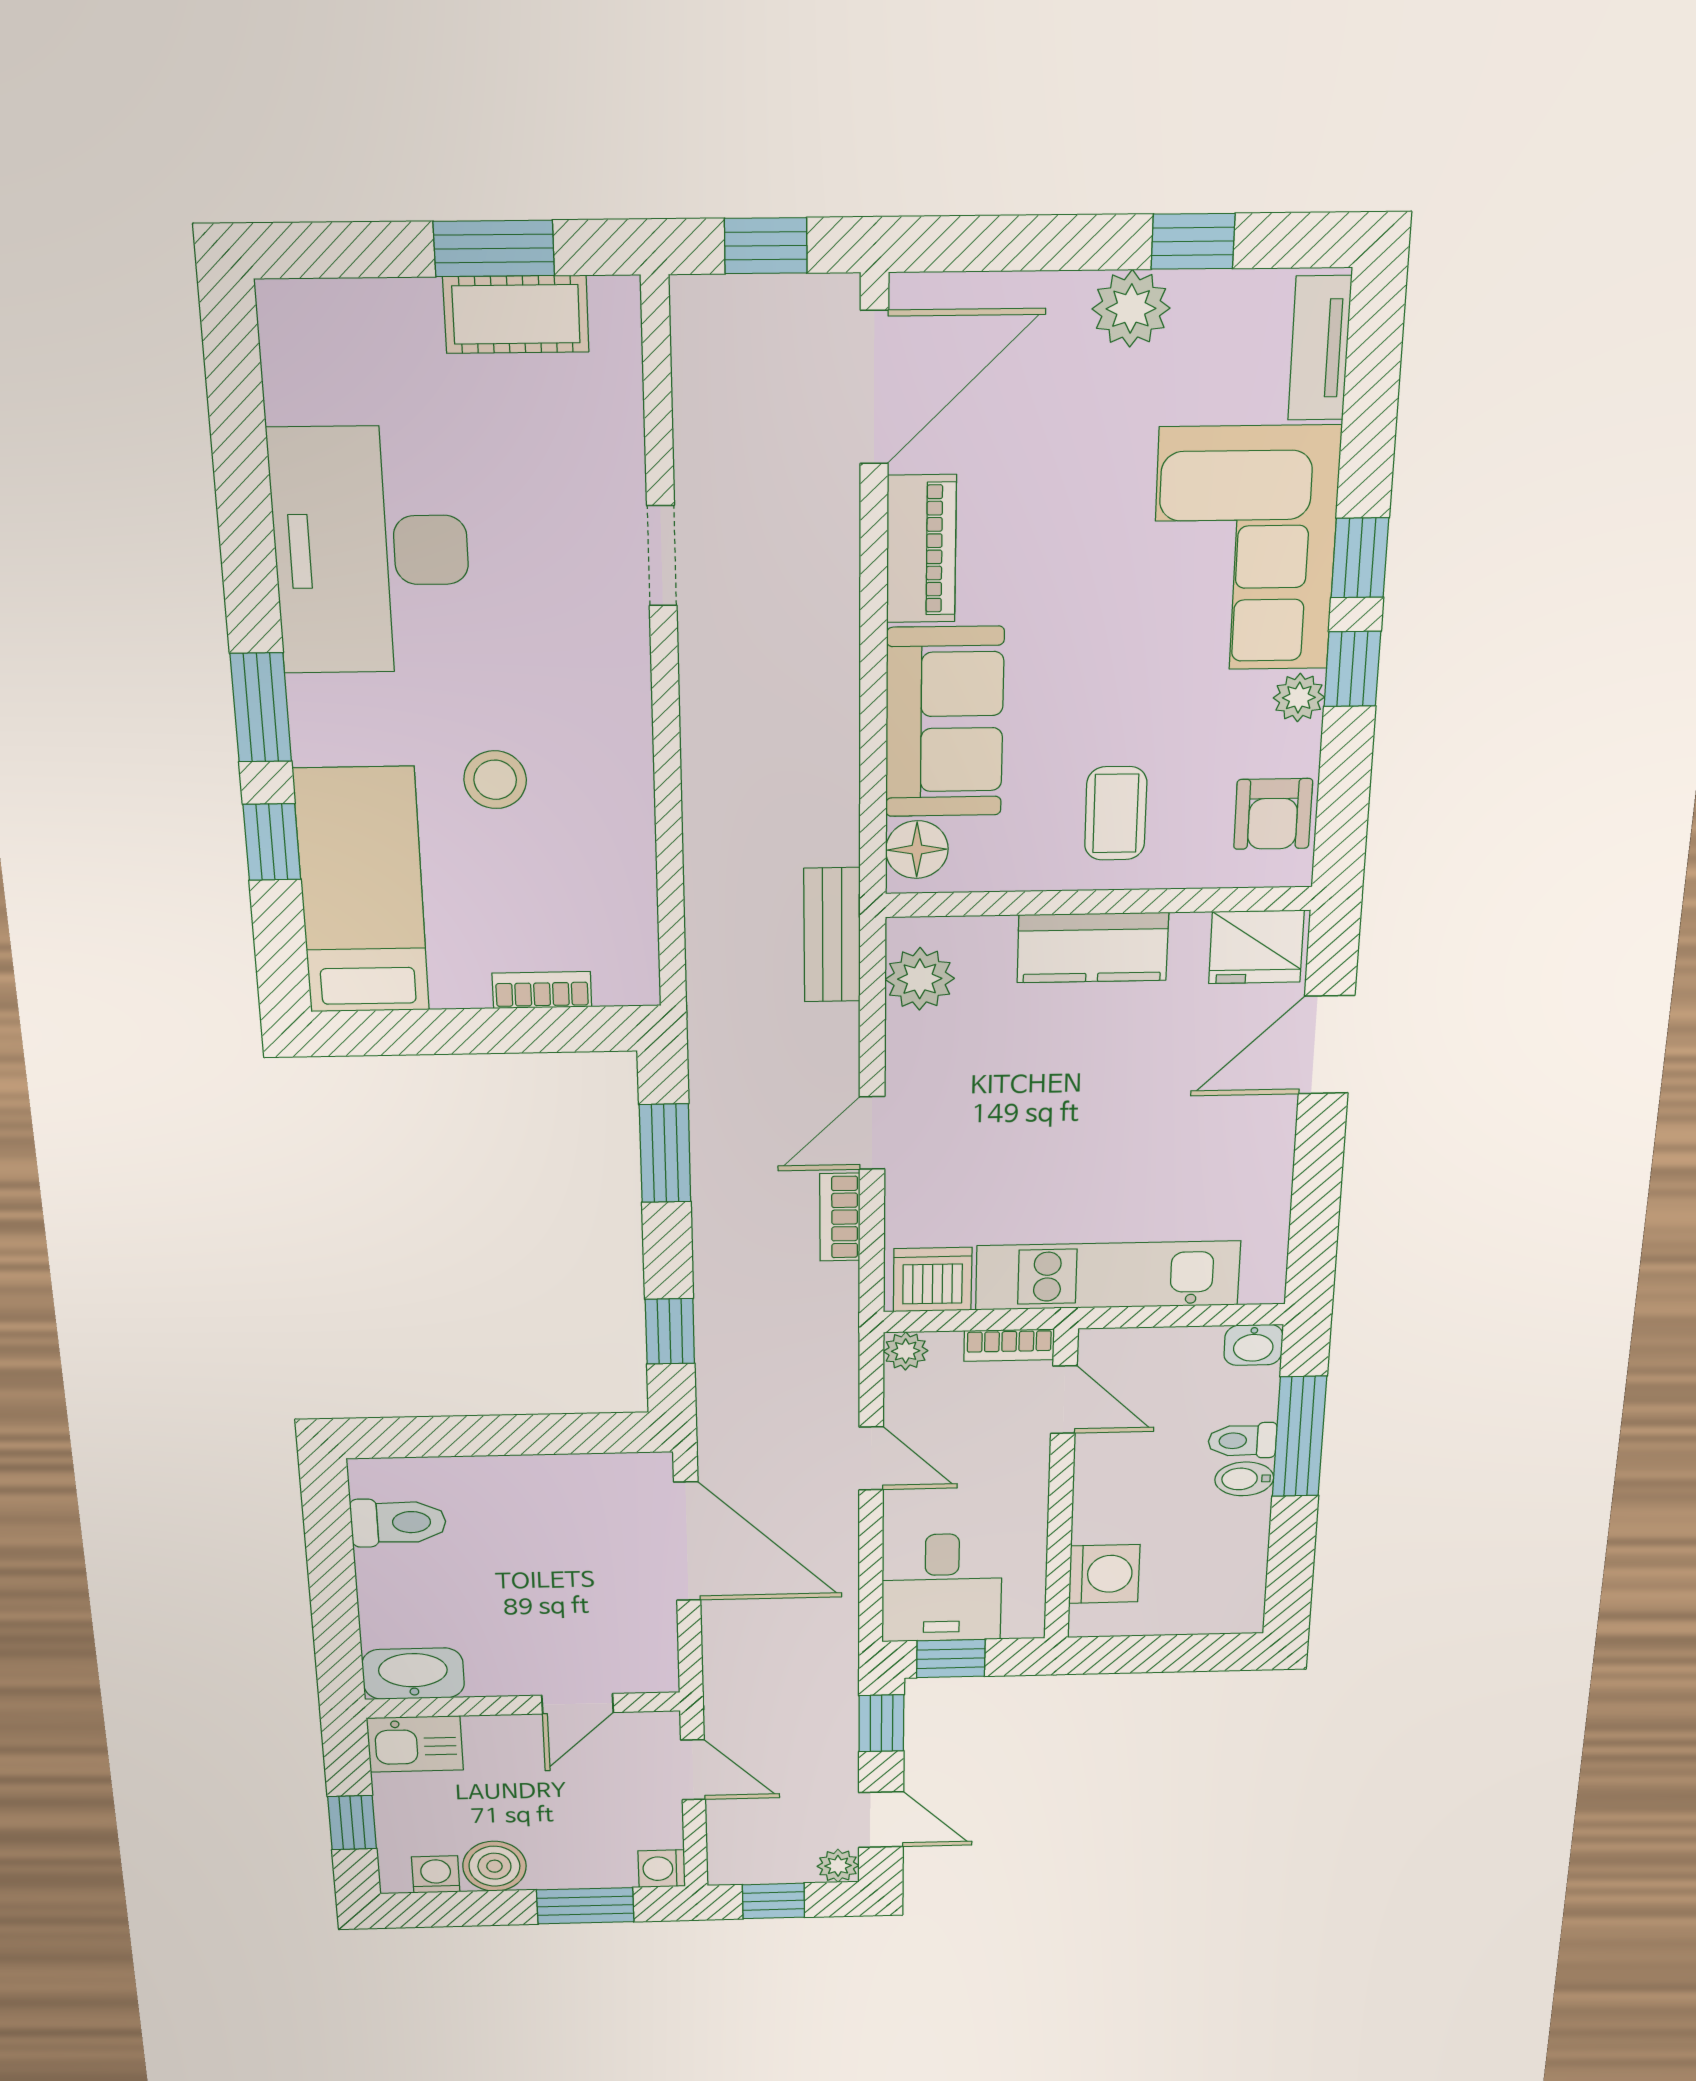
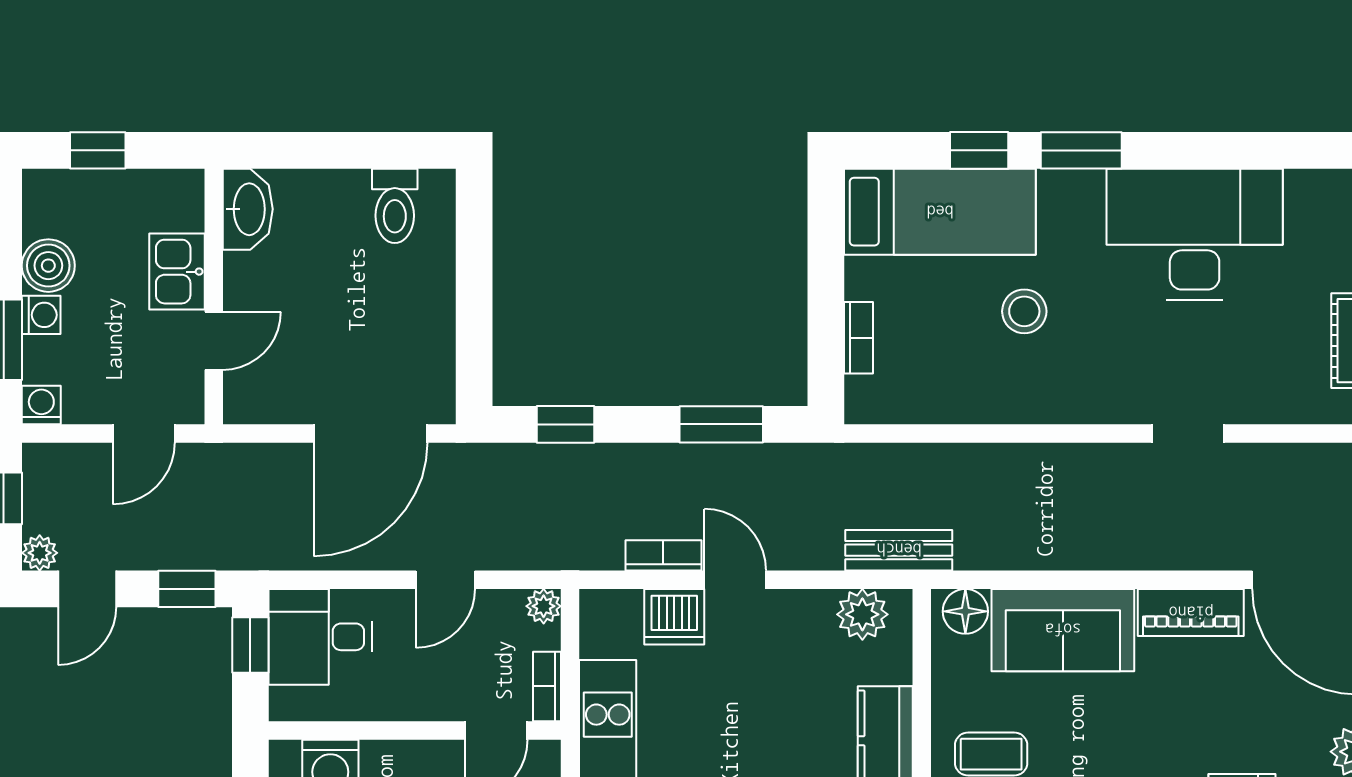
dishwasher: (933, 1280) -> (674, 617), moved, turned 90
door: (578, 1704) -> (214, 341), swing flipped
kitchen sink: (415, 1744) -> (177, 272), moved
washing machine: (436, 1874) -> (41, 315), moved

